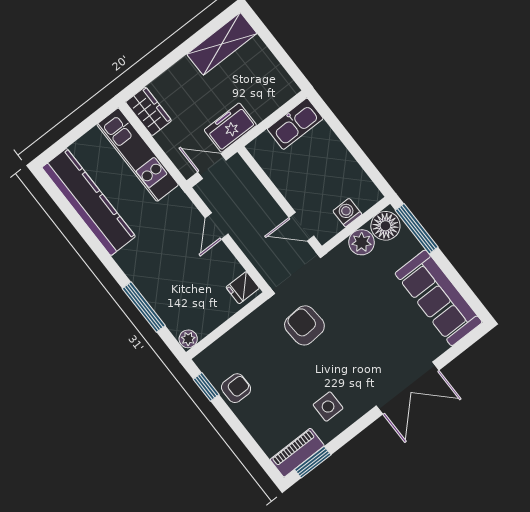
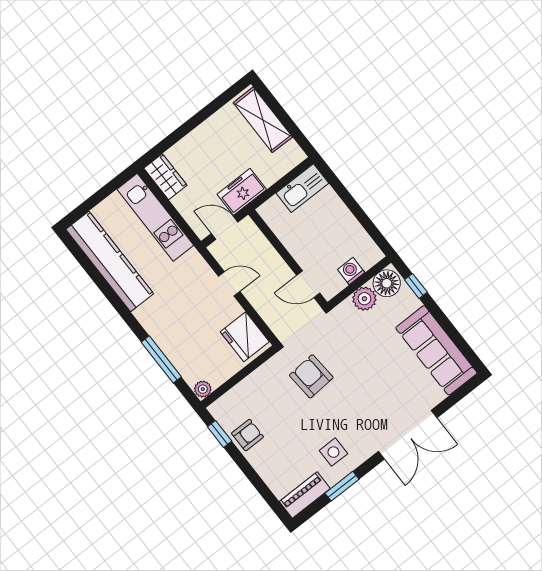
shelving: (222, 44) -> (263, 120), moved, turned 90
door: (217, 226) -> (229, 284), swing flipped
window: (417, 229) -> (416, 286), width x0.46
fridge: (243, 288) -> (245, 337), width x1.88, depth x1.34
window: (313, 462) -> (342, 486), moved

